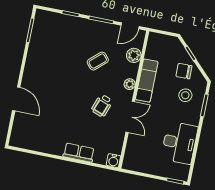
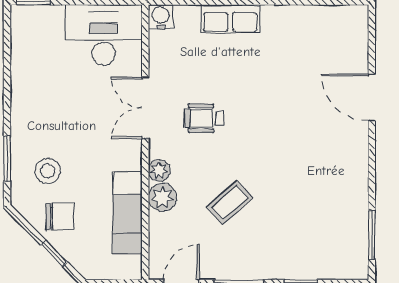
plant: (134, 55) -> (162, 197), moved
exam couch: (147, 81) -> (128, 213), moved
wheelchair: (102, 106) -> (204, 118), turned -110
desk: (179, 143) -> (104, 35), moved, turned 90

